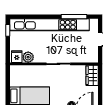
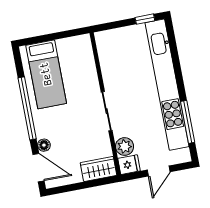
fridge: (17, 57) -> (129, 165), moved
plant: (28, 57) -> (125, 146), moved

